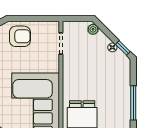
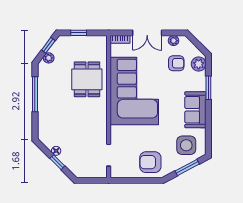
plant: (93, 29) -> (76, 169), removed
window: (123, 48) -> (57, 162), moved

